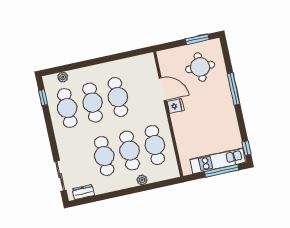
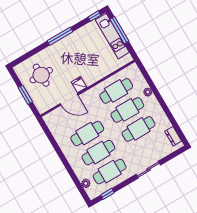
window: (197, 39) -> (25, 95), moved
door: (163, 89) -> (69, 99), swing flipped
window: (234, 89) -> (60, 36), moved
sliding door: (60, 176) -> (148, 170), moved

